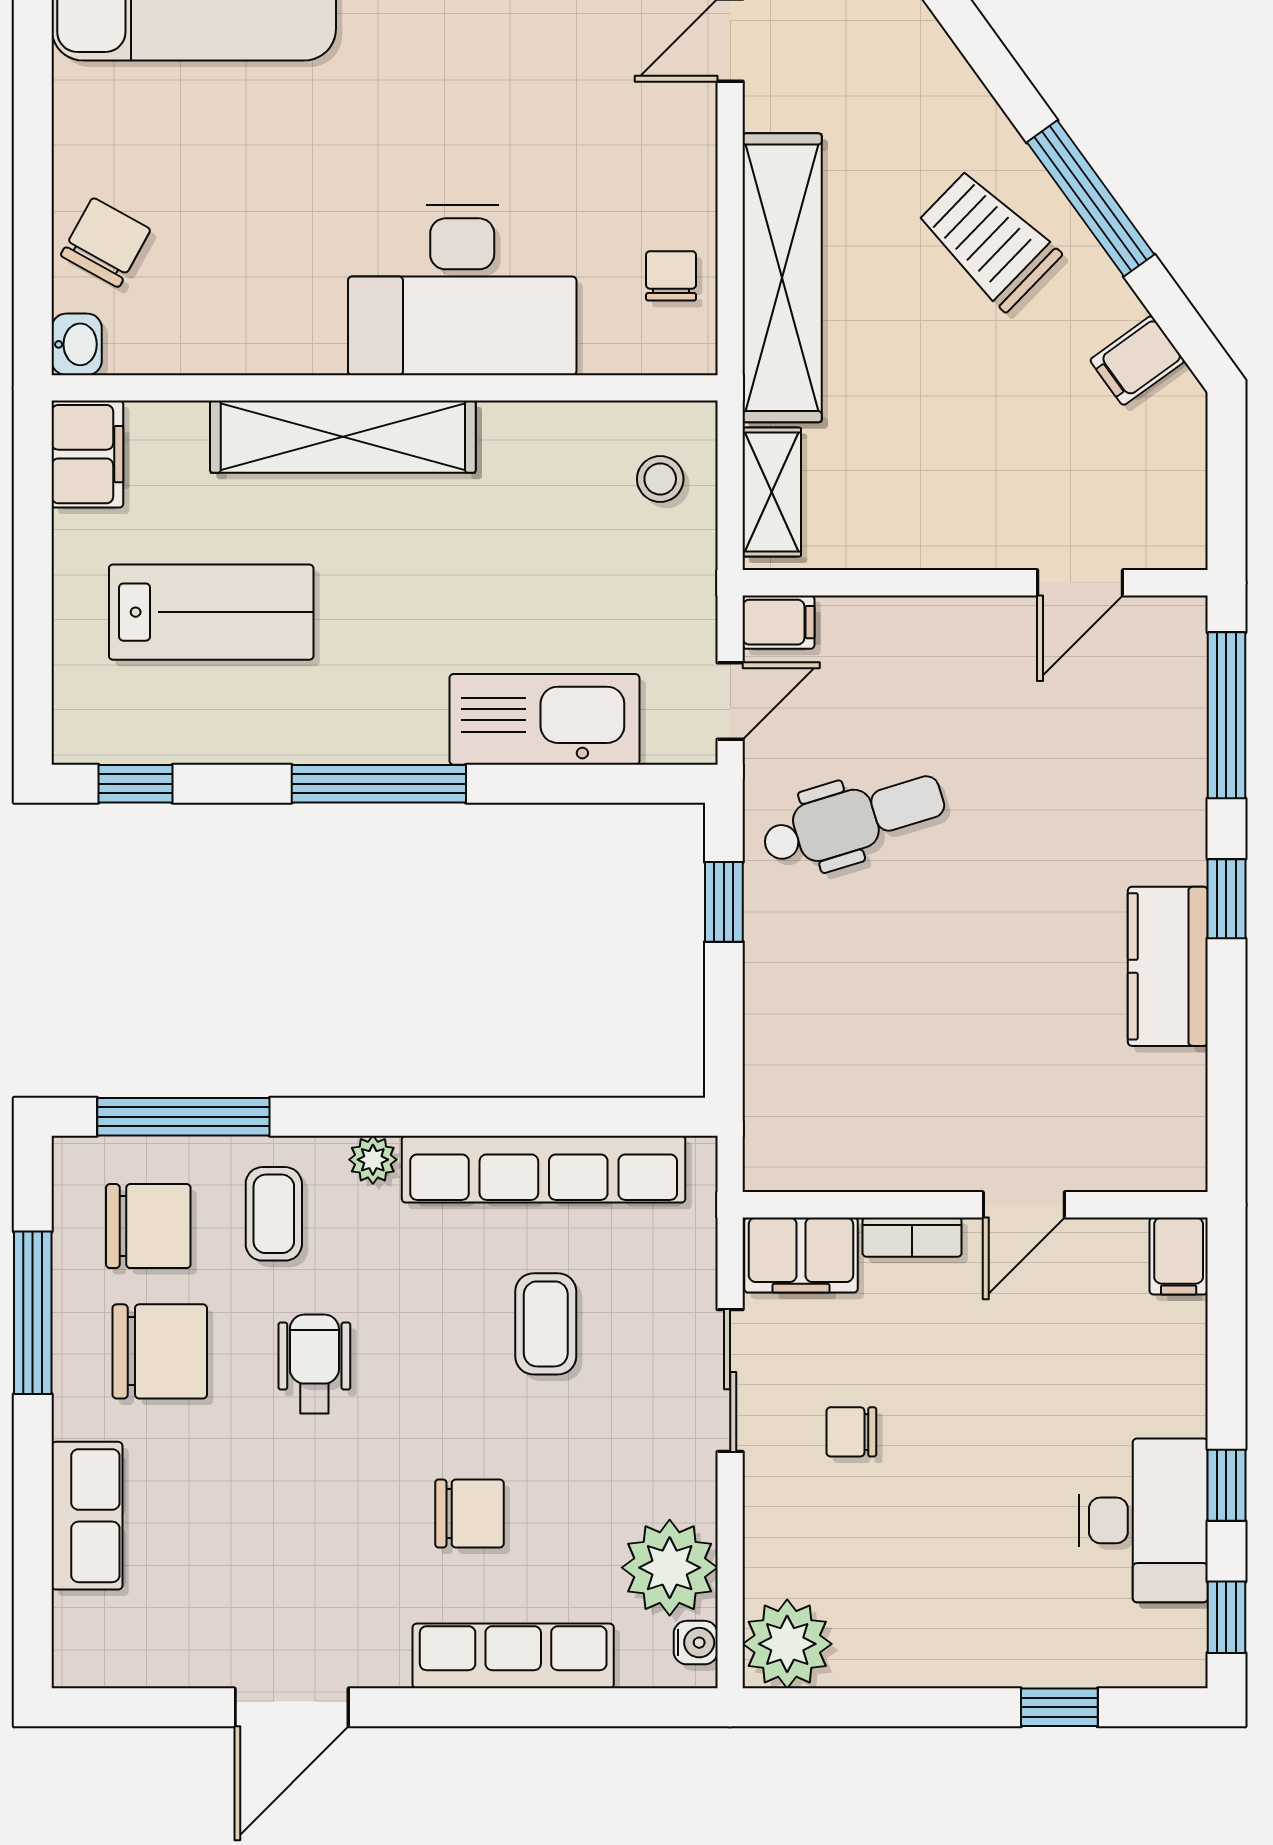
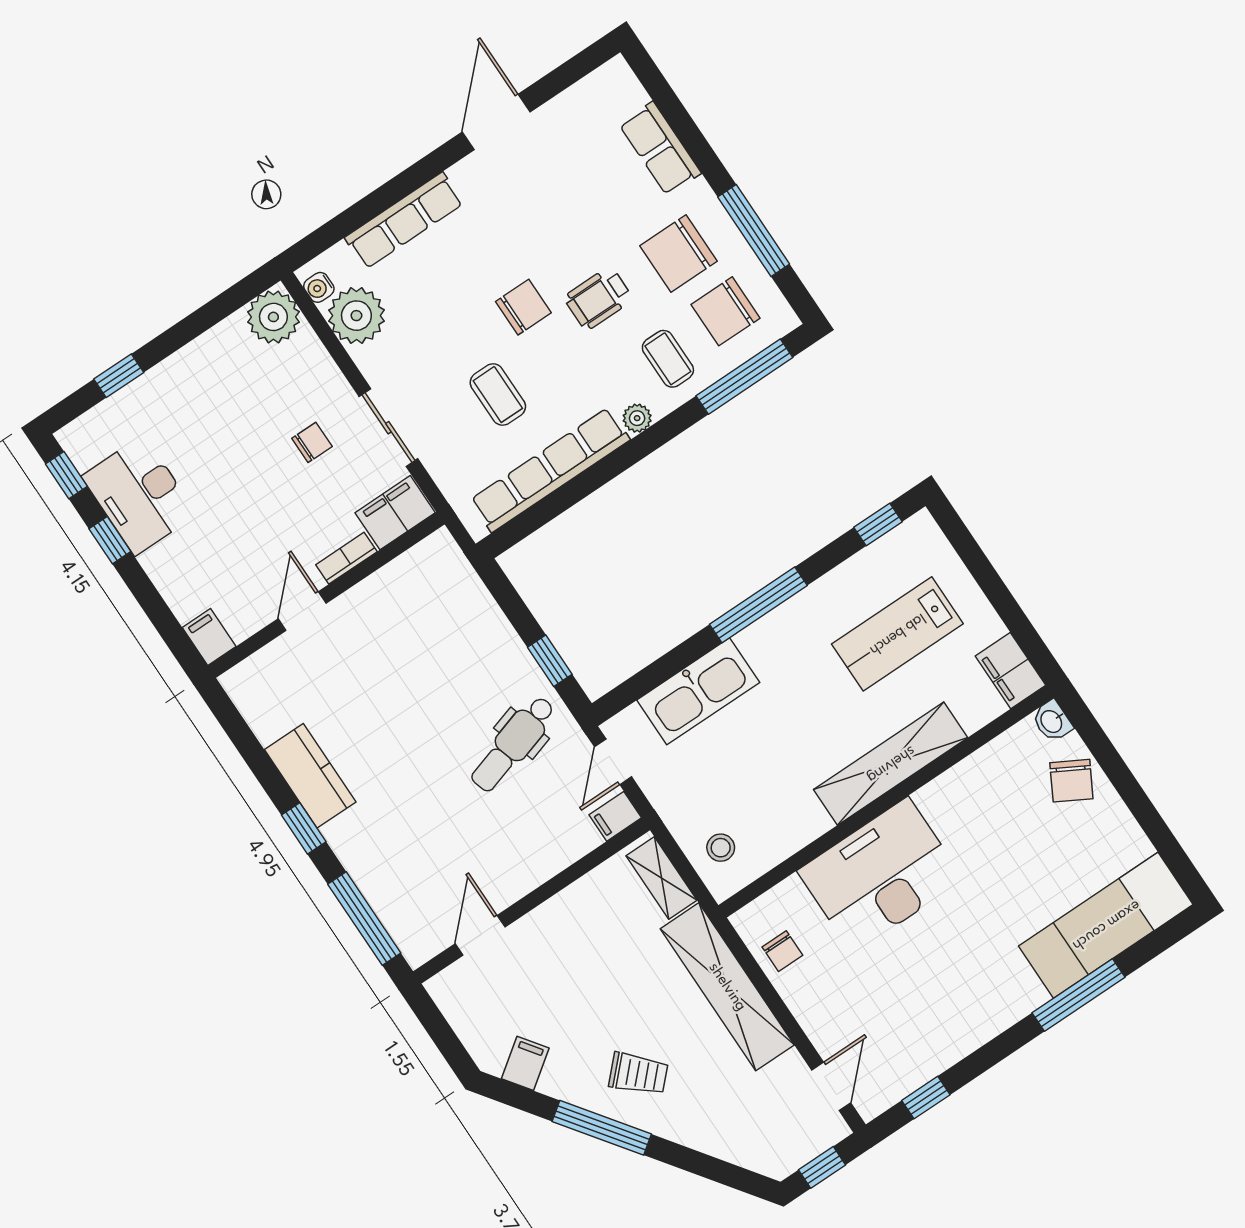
trolley: (988, 240) -> (638, 1074), width x0.73, depth x0.72
wheelchair: (314, 1364) -> (598, 298), turned 90
chair: (470, 1514) -> (523, 307), moved, turned 180

